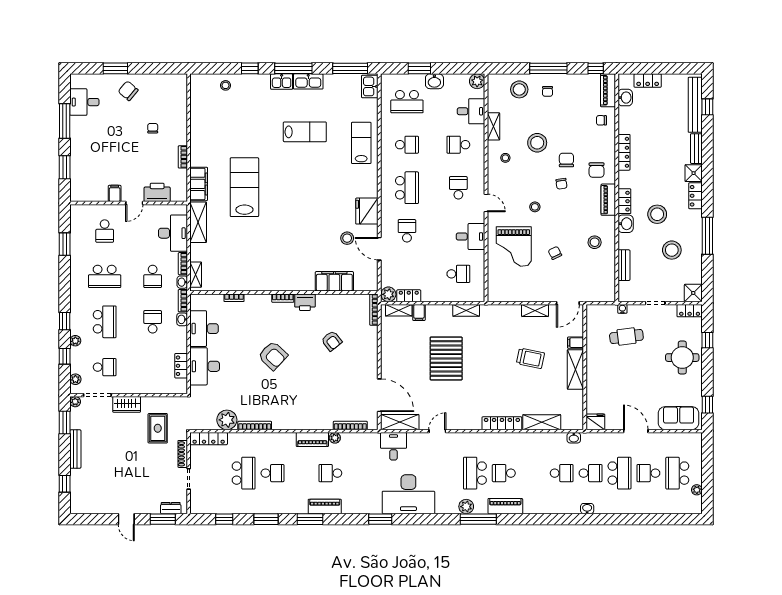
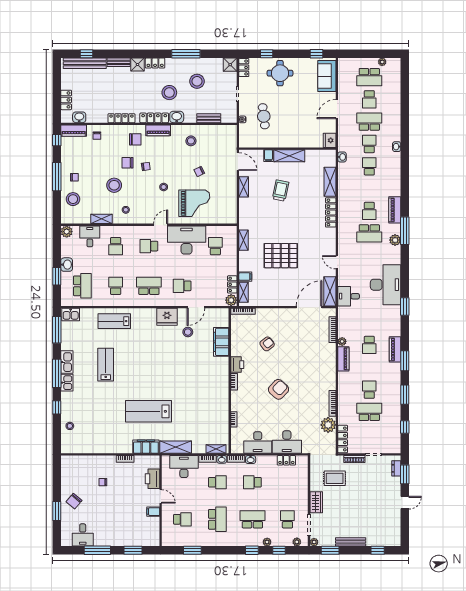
locker: (624, 201) -> (154, 118), width x1.53
desk: (471, 236) -> (187, 240), width x1.87, depth x1.30

